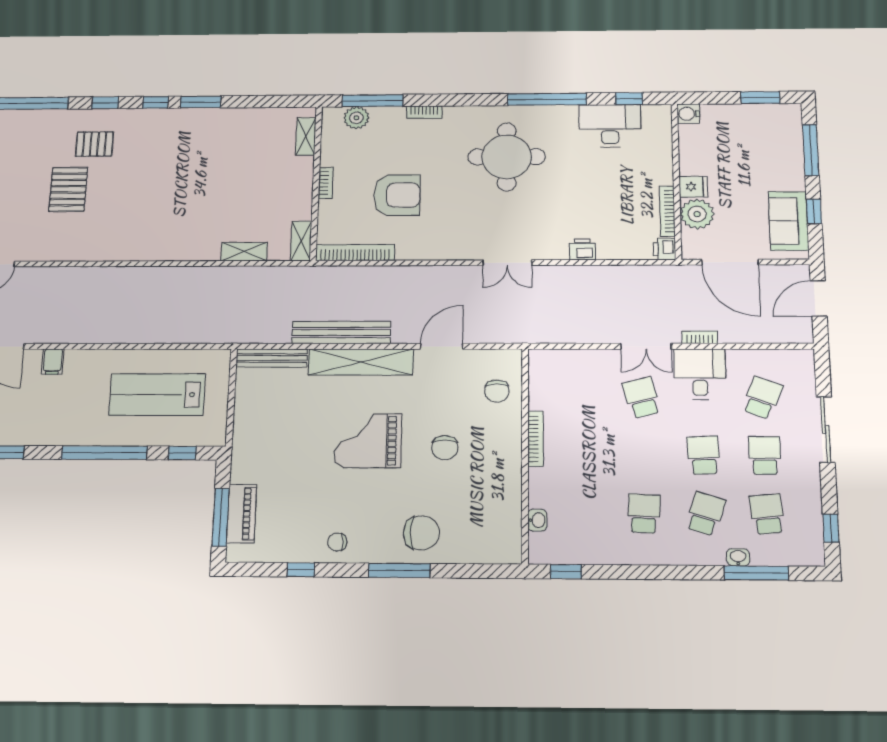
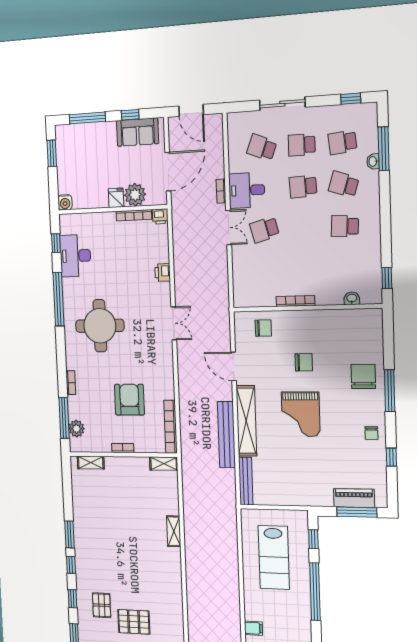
shelving: (244, 252) -> (174, 531), moved

